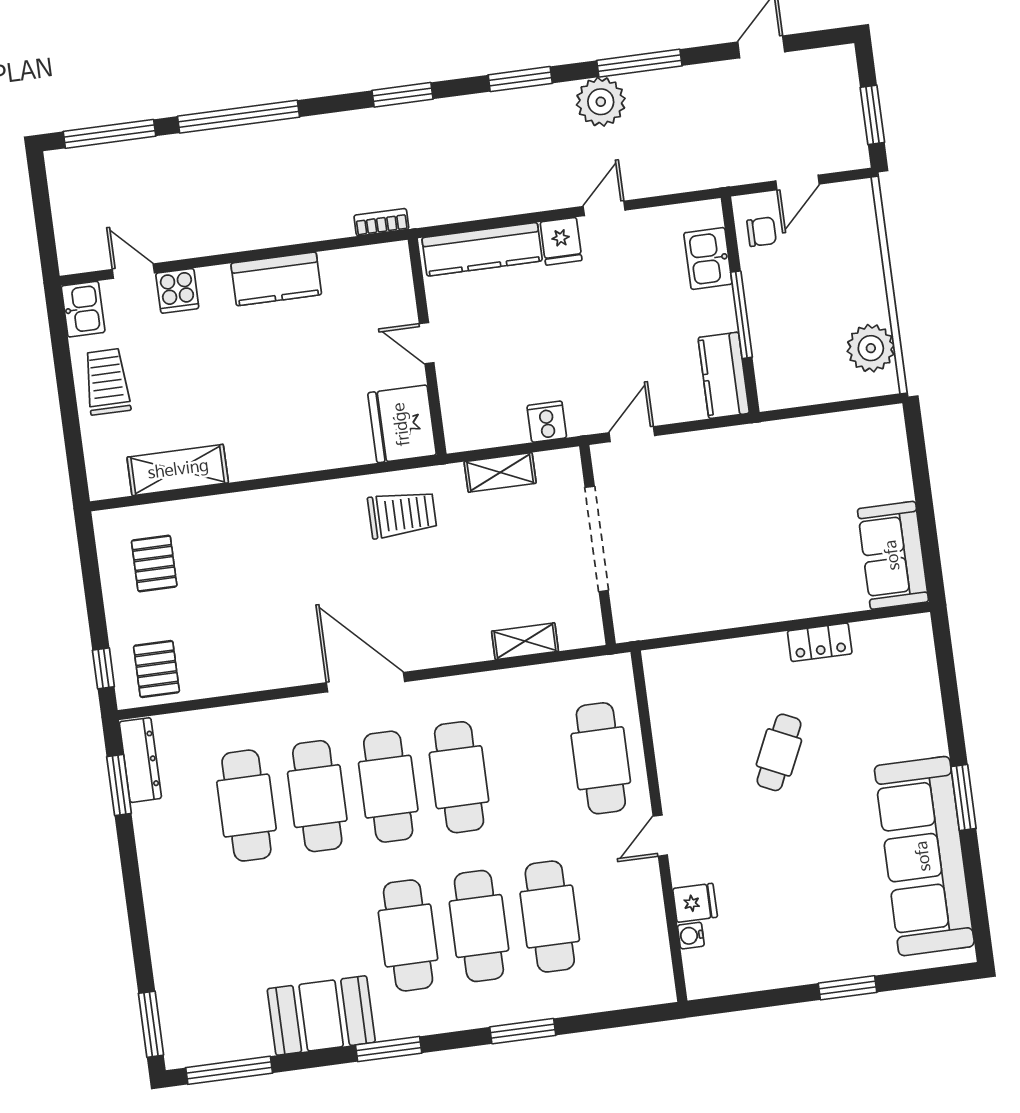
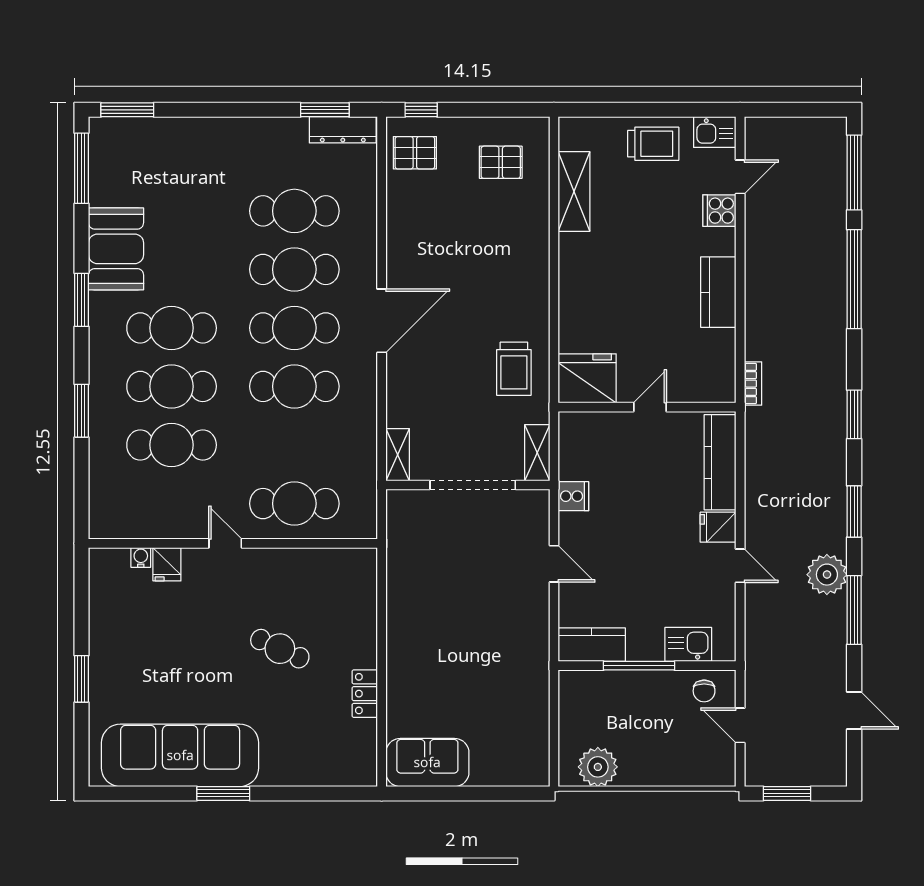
doorway: (597, 539) -> (473, 485), moved
wall: (597, 545) -> (468, 485), moved

